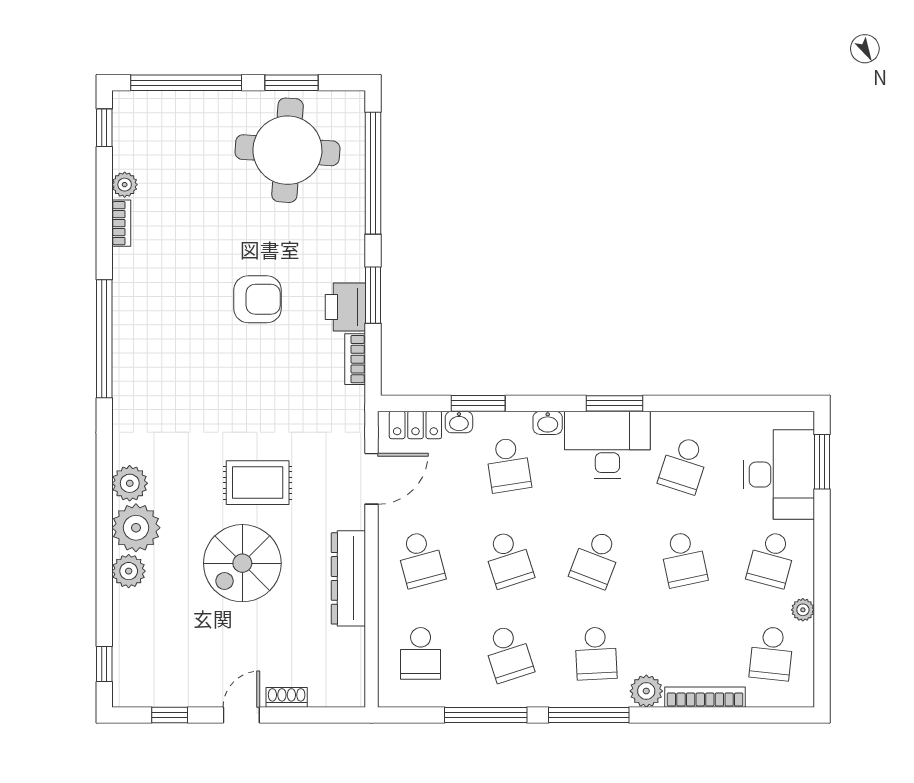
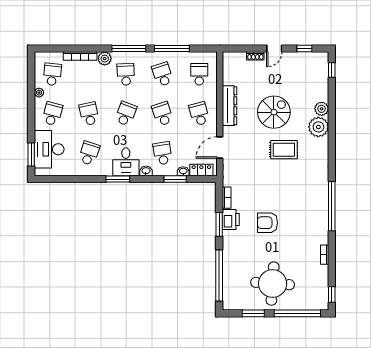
round table: (287, 150) -> (273, 284), moved
plant: (125, 185) -> (323, 271), removed
desk: (607, 445) -> (126, 162), width x0.73
plant: (130, 483) -> (321, 146), removed
rug: (258, 483) -> (284, 150), moved

